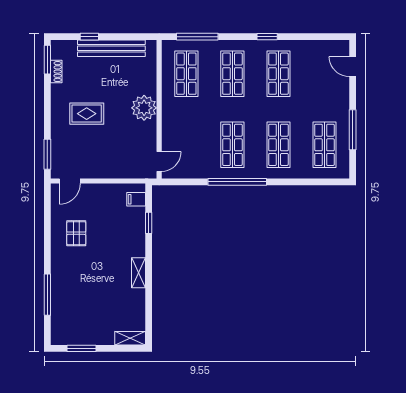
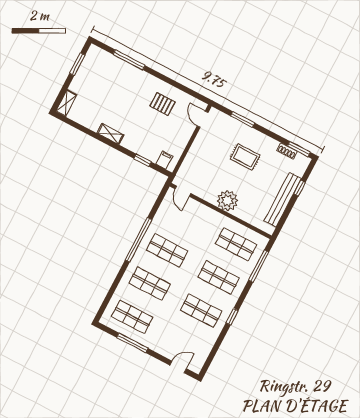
rug: (87, 114) -> (245, 157), turned 90
window: (47, 154) -> (243, 119), moved

